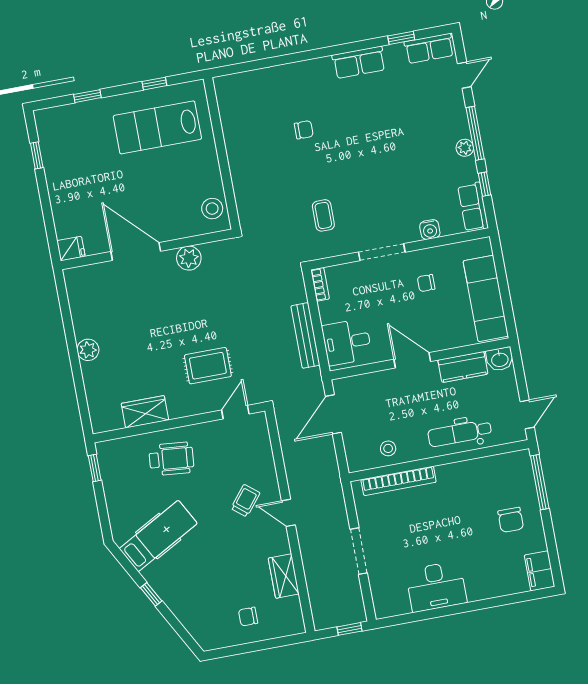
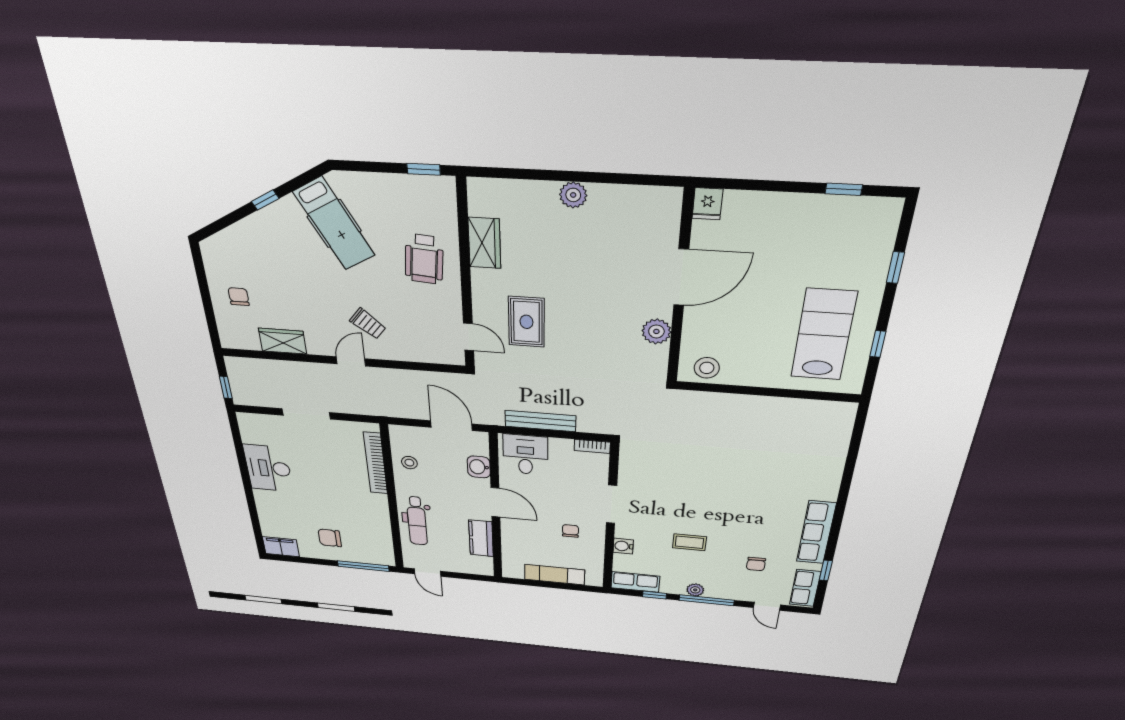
row of seats: (359, 62) -> (816, 533), width x1.48
chair: (304, 130) -> (756, 564), moved
coffee table: (323, 215) -> (689, 542), moved
exam couch: (486, 299) -> (554, 575), width x0.73, depth x0.69
washbasin: (500, 359) -> (479, 467), moved
door: (412, 360) -> (495, 502), hinge flipped
dental chair: (460, 433) -> (417, 521), turned 180

